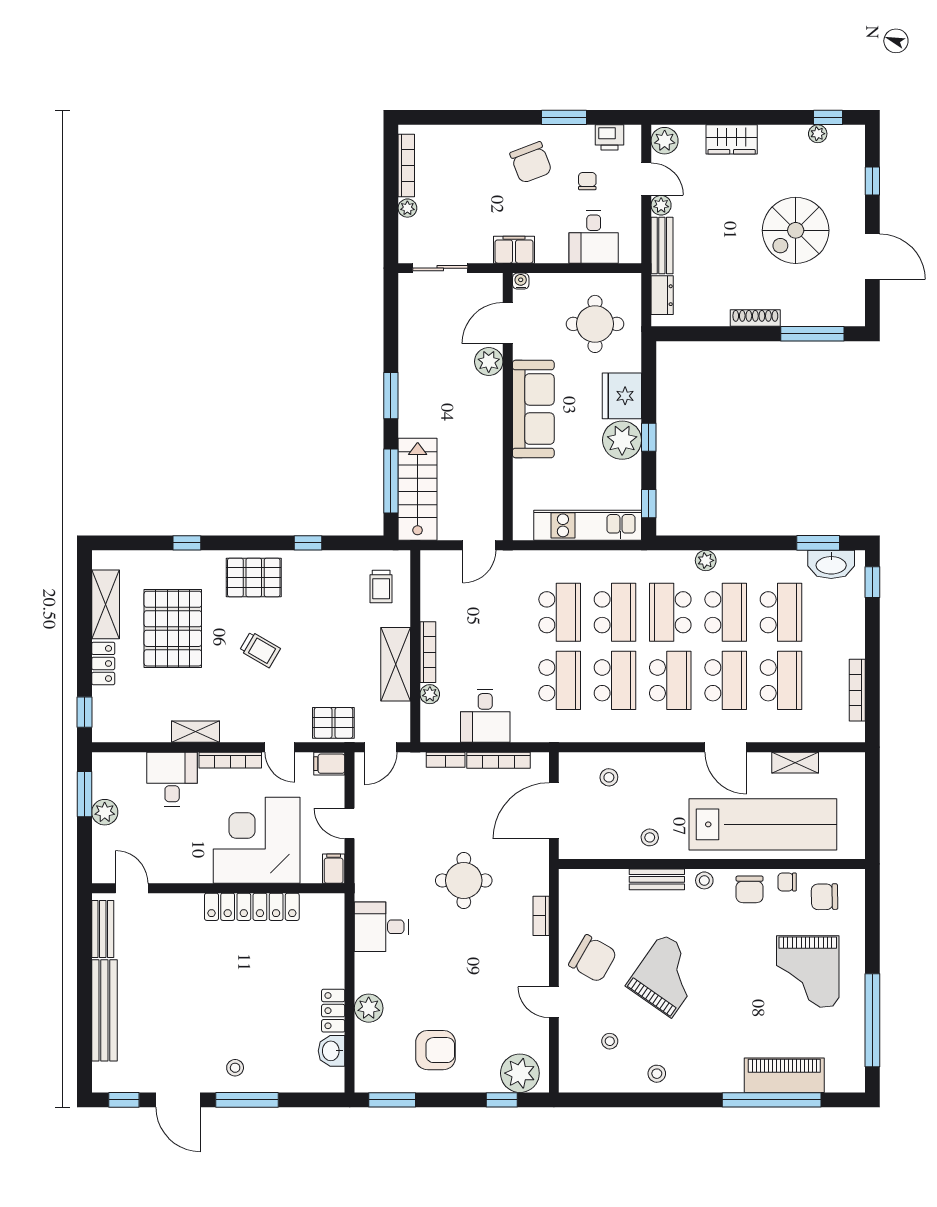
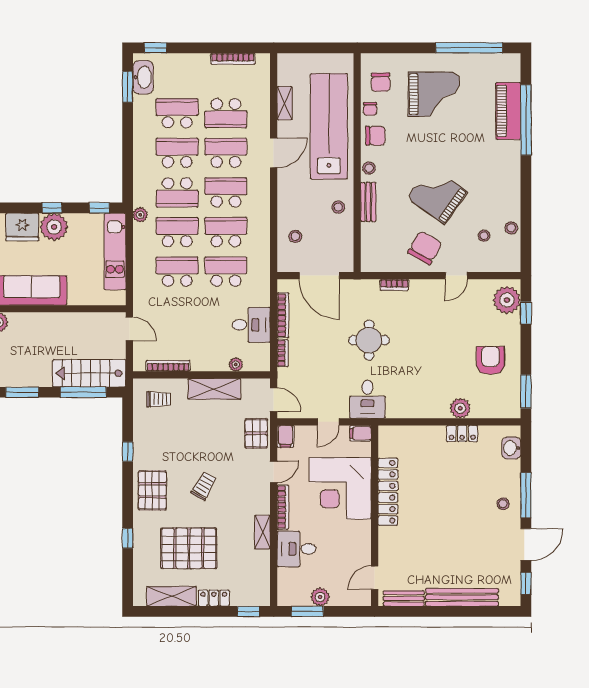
plant: (706, 560) -> (140, 215), moved
bookcase: (428, 652) -> (168, 366), moved
school desk: (781, 680) -> (226, 113), turned 180
desk: (381, 927) -> (367, 399), moved
washbasin: (332, 1051) -> (511, 448), moved, turned 90
stool: (657, 1074) -> (511, 228), moved

